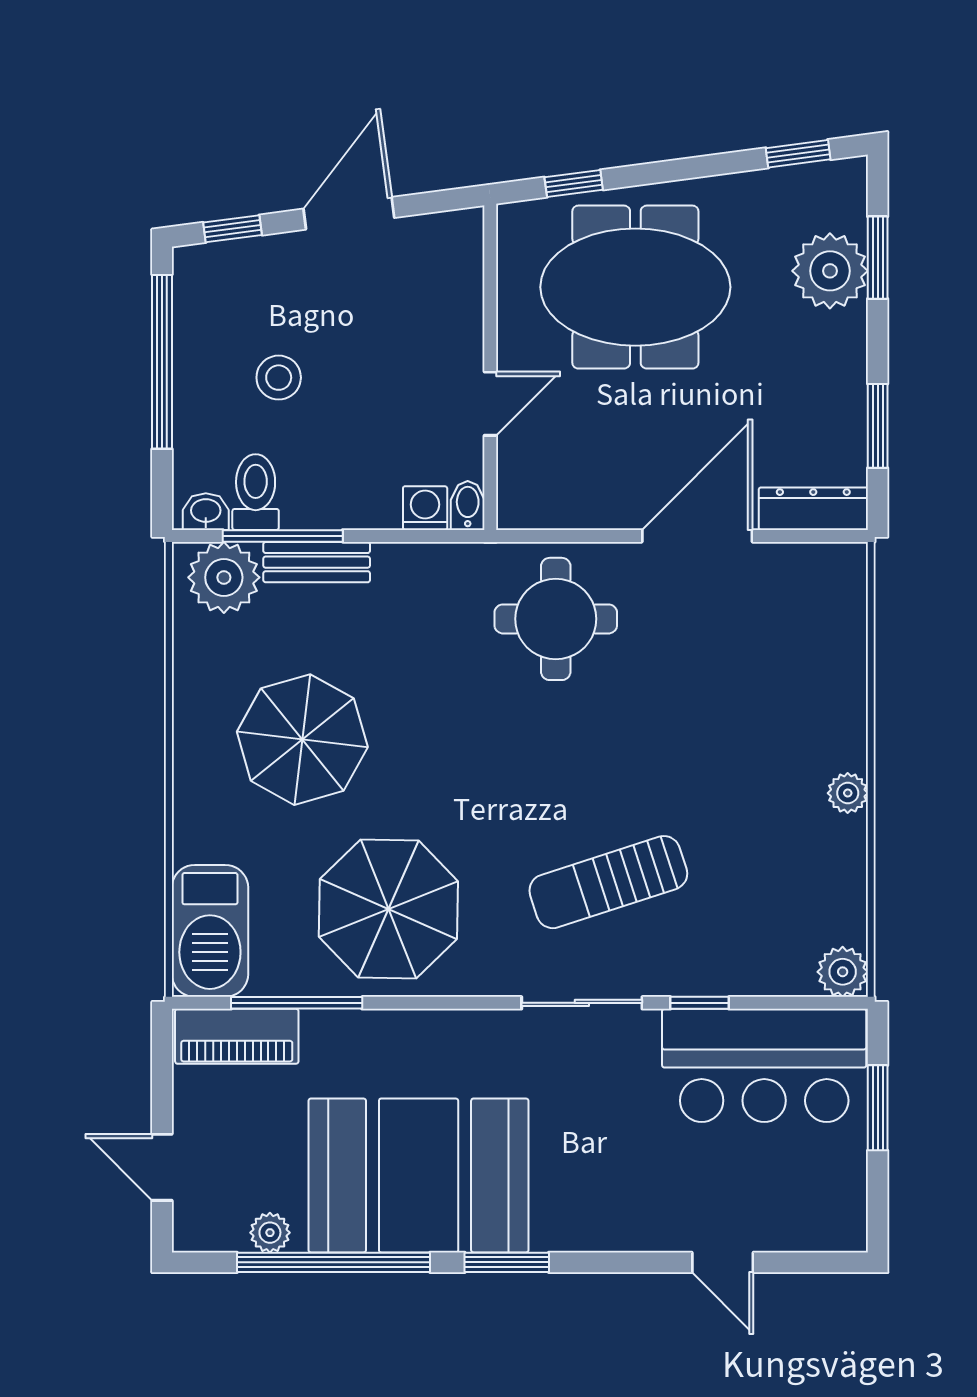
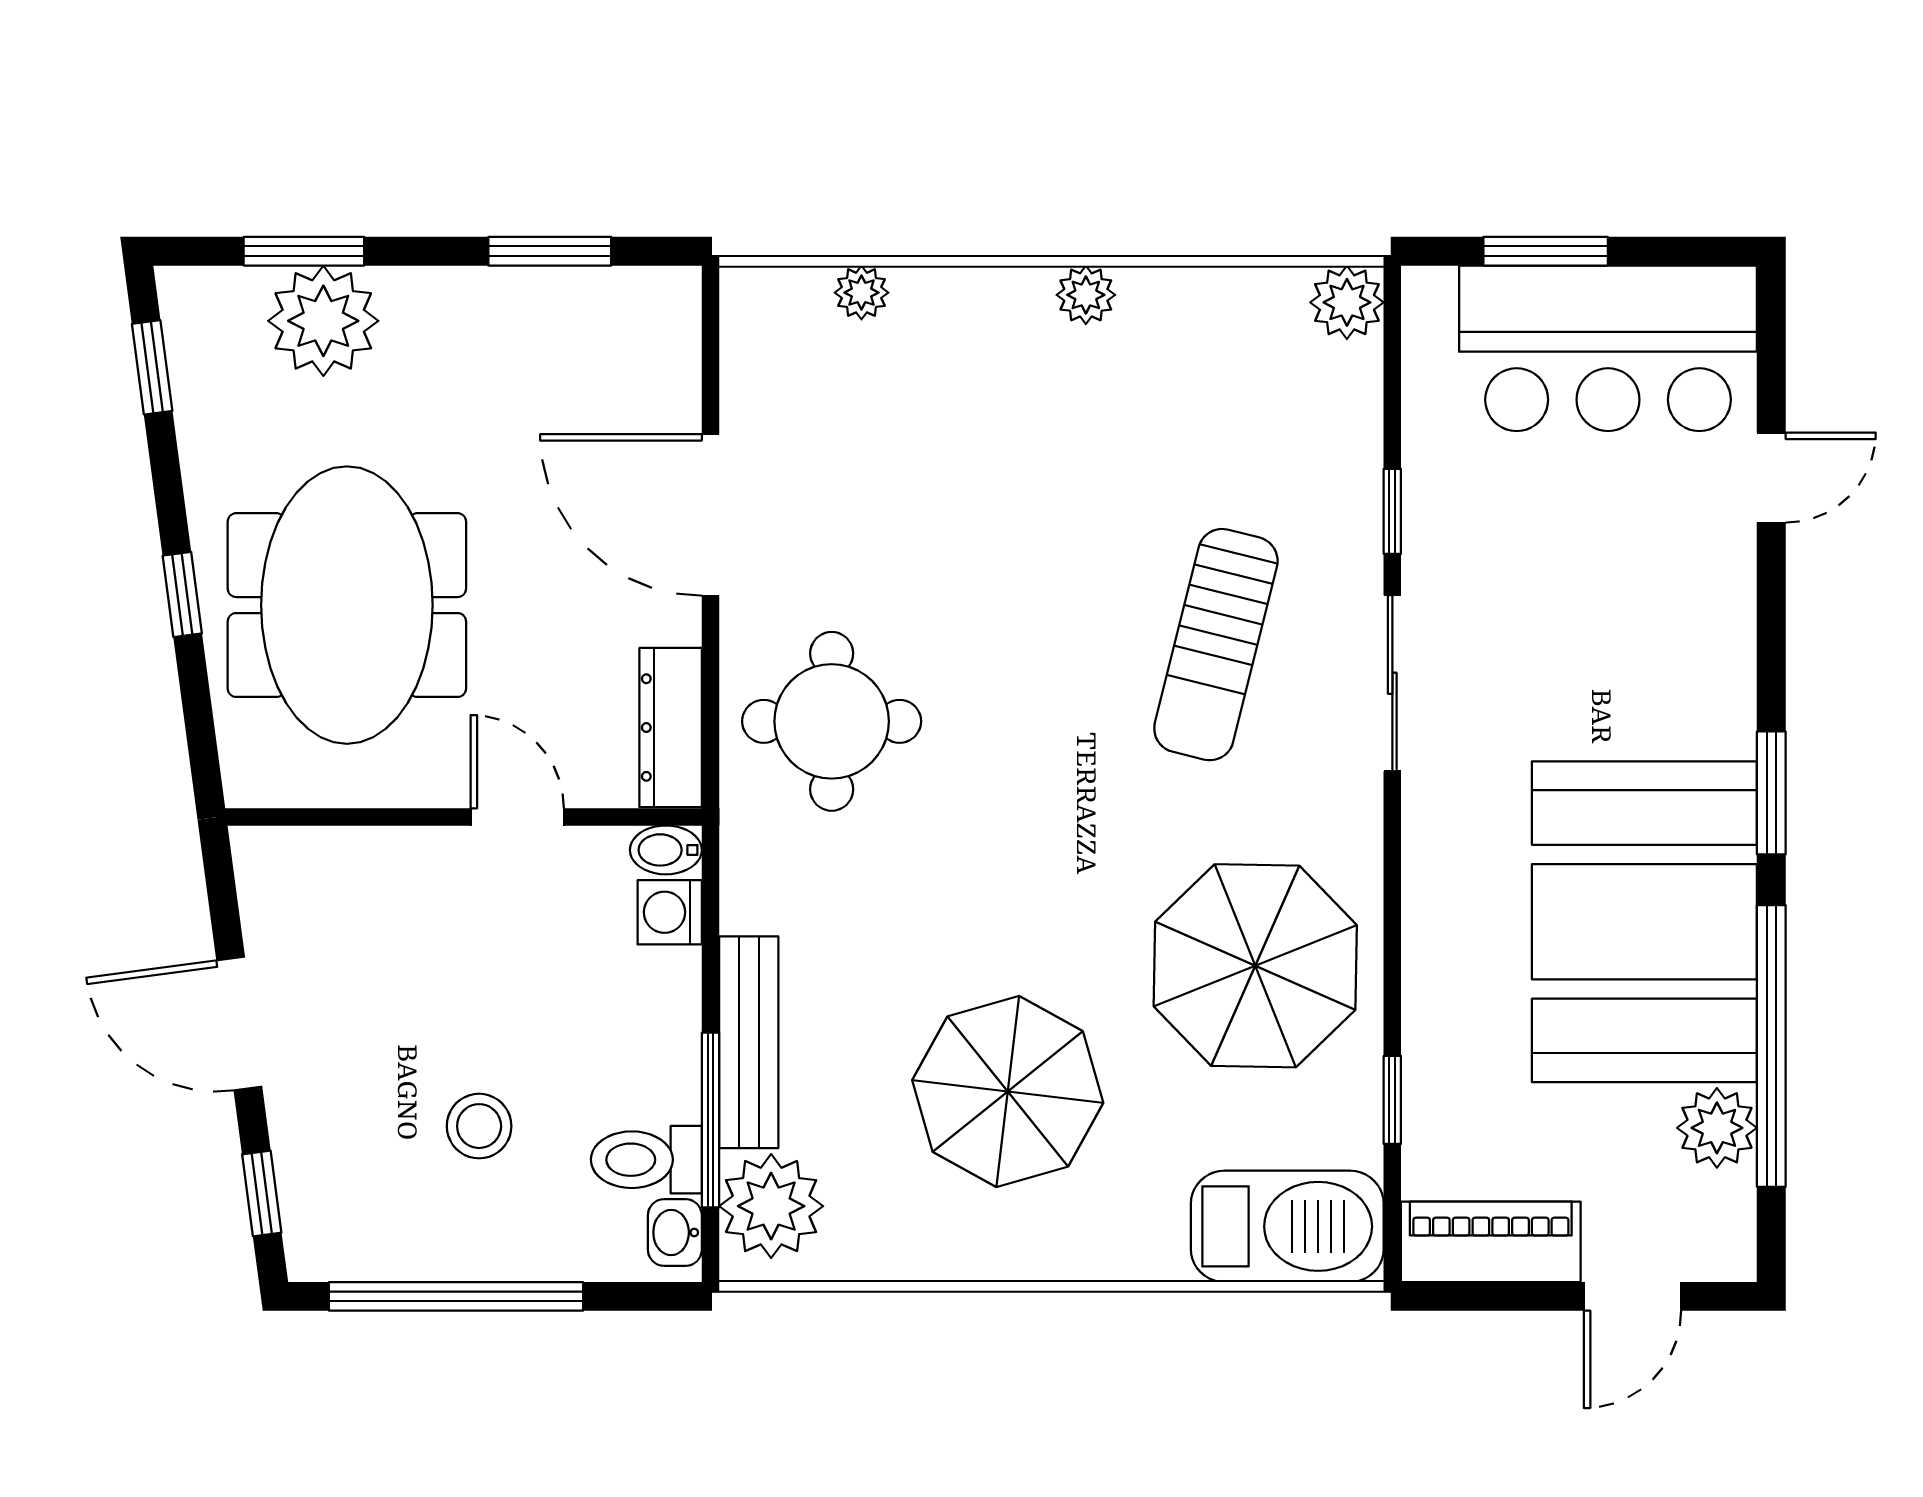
window: (574, 184) -> (182, 594), moved
dresser: (813, 509) -> (671, 728), moved
bench: (317, 562) -> (749, 1042), width x1.36
plant: (849, 639) -> (861, 293), added
sun lounger: (608, 882) -> (1216, 645), turned 32
window: (297, 1003) -> (1392, 1100), width x0.46
piano: (237, 1036) -> (1491, 1242), moved, turned -90
bar counter: (764, 1065) -> (1608, 348), moved, turned 90
plant: (270, 1233) -> (1717, 1128), width x1.38, depth x1.38

